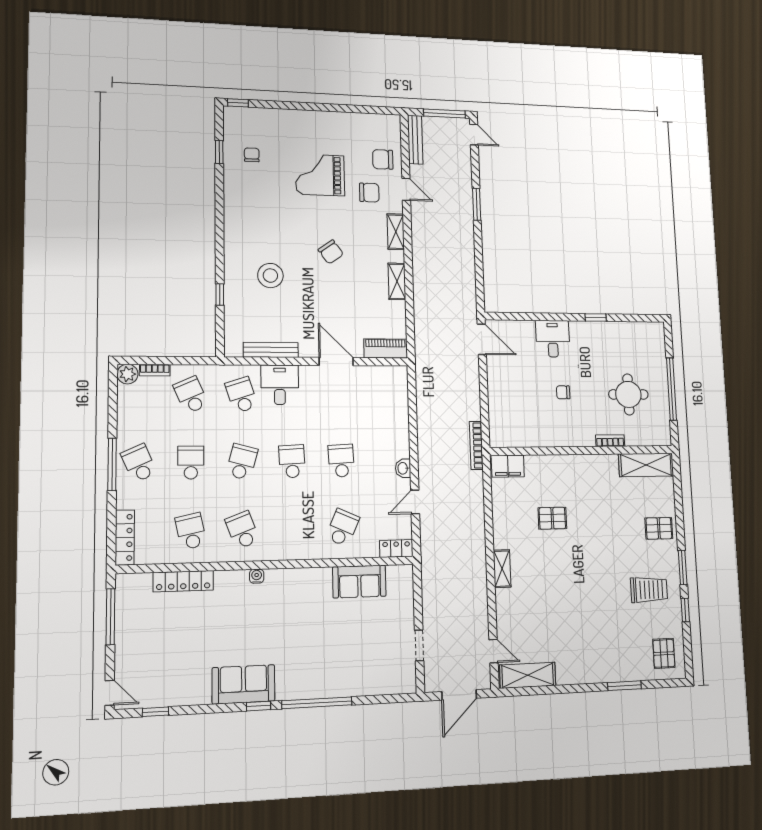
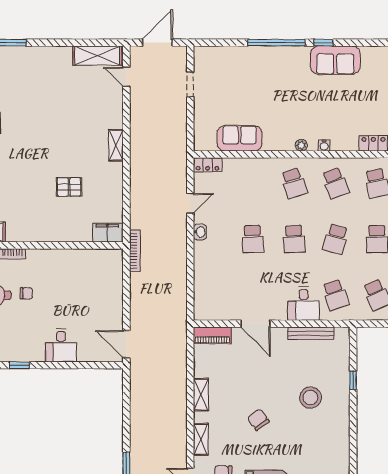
chair: (563, 392) -> (26, 293), moved
school desk: (343, 528) -> (294, 183), moved, turned -42
plant: (285, 576) -> (301, 145), added

